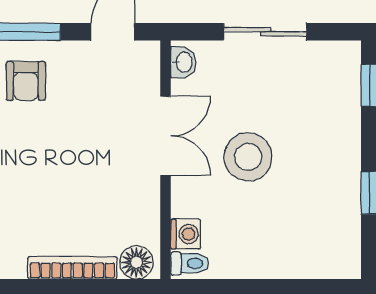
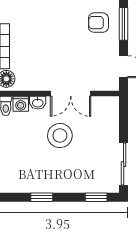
sliding door: (265, 32) -> (124, 164), moved
washbasin: (183, 62) -> (38, 103), moved

